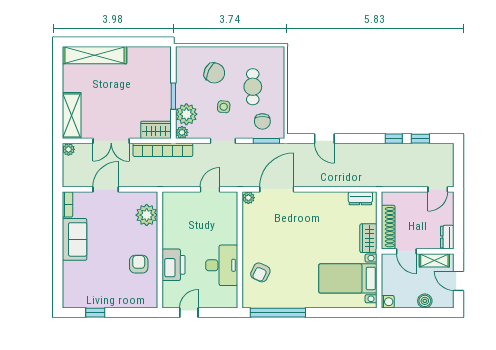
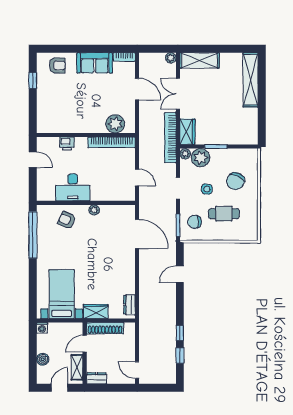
plant: (248, 198) -> (94, 210), moved
bookcase: (168, 219) -> (112, 142), added
armchair: (139, 264) -> (57, 65), moved
printer: (173, 265) -> (67, 143), width x0.53, depth x0.68

